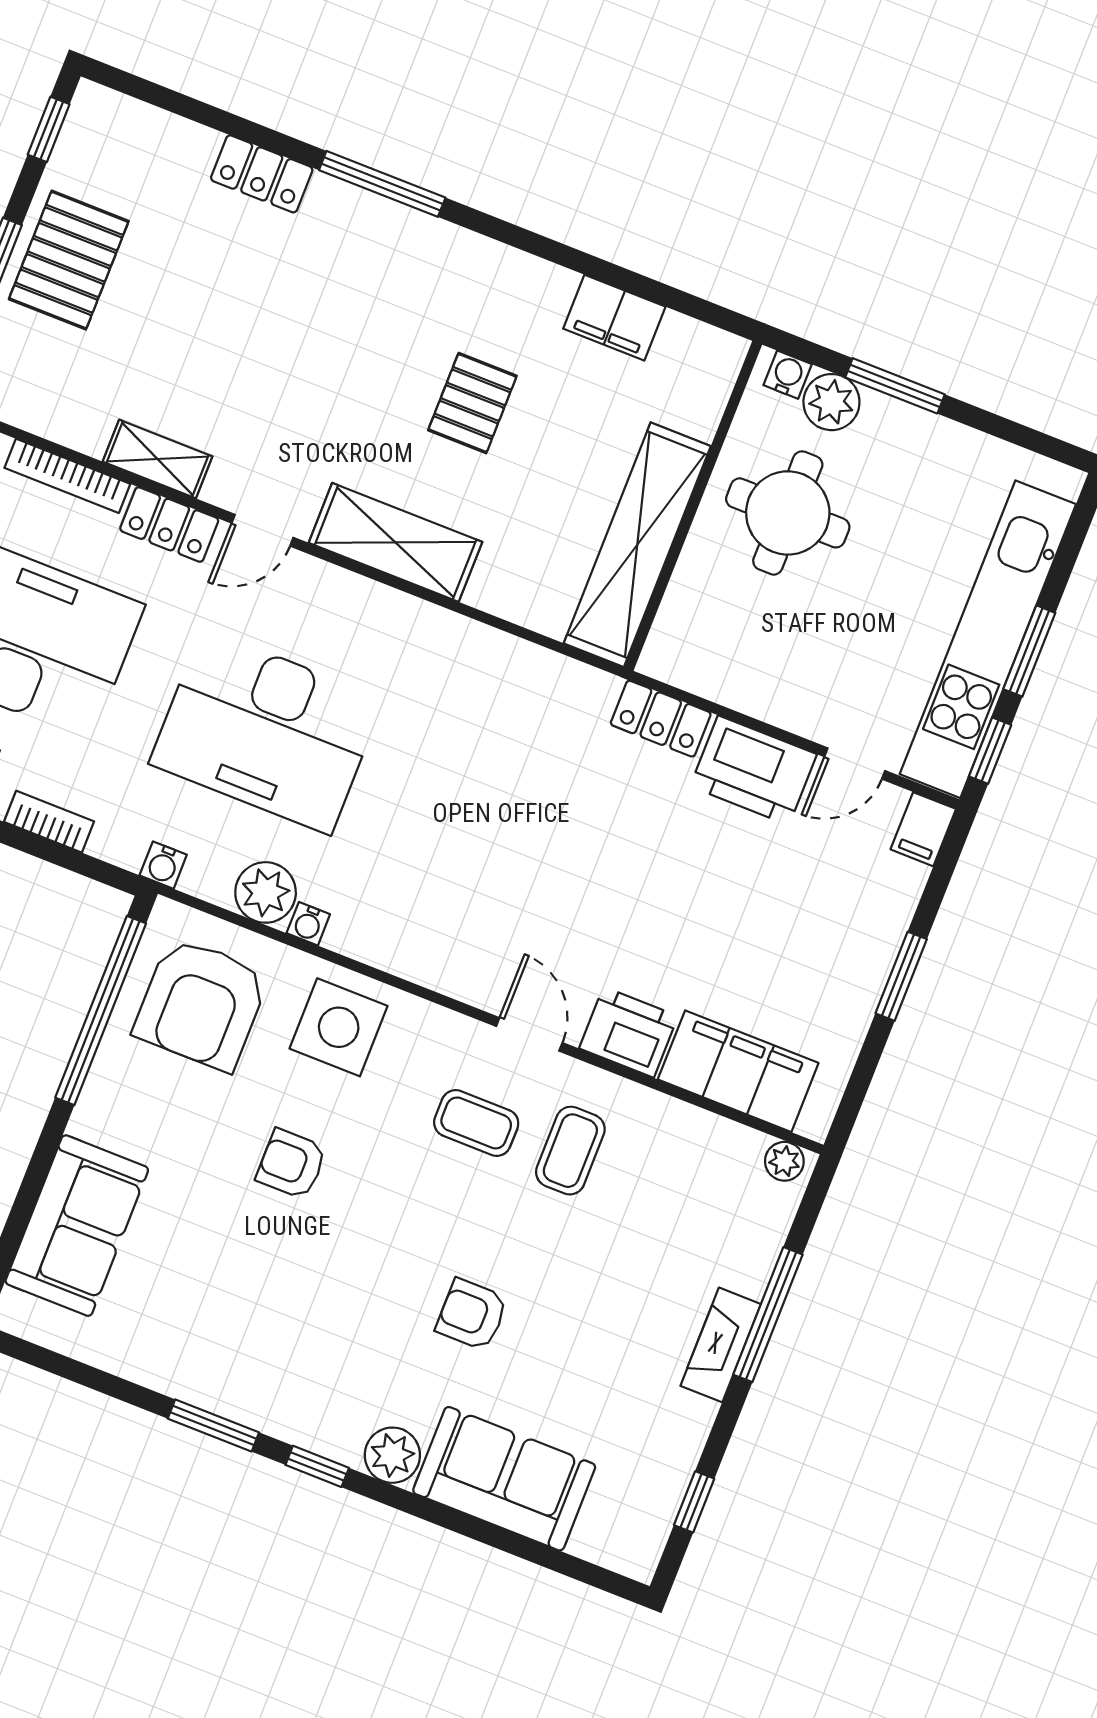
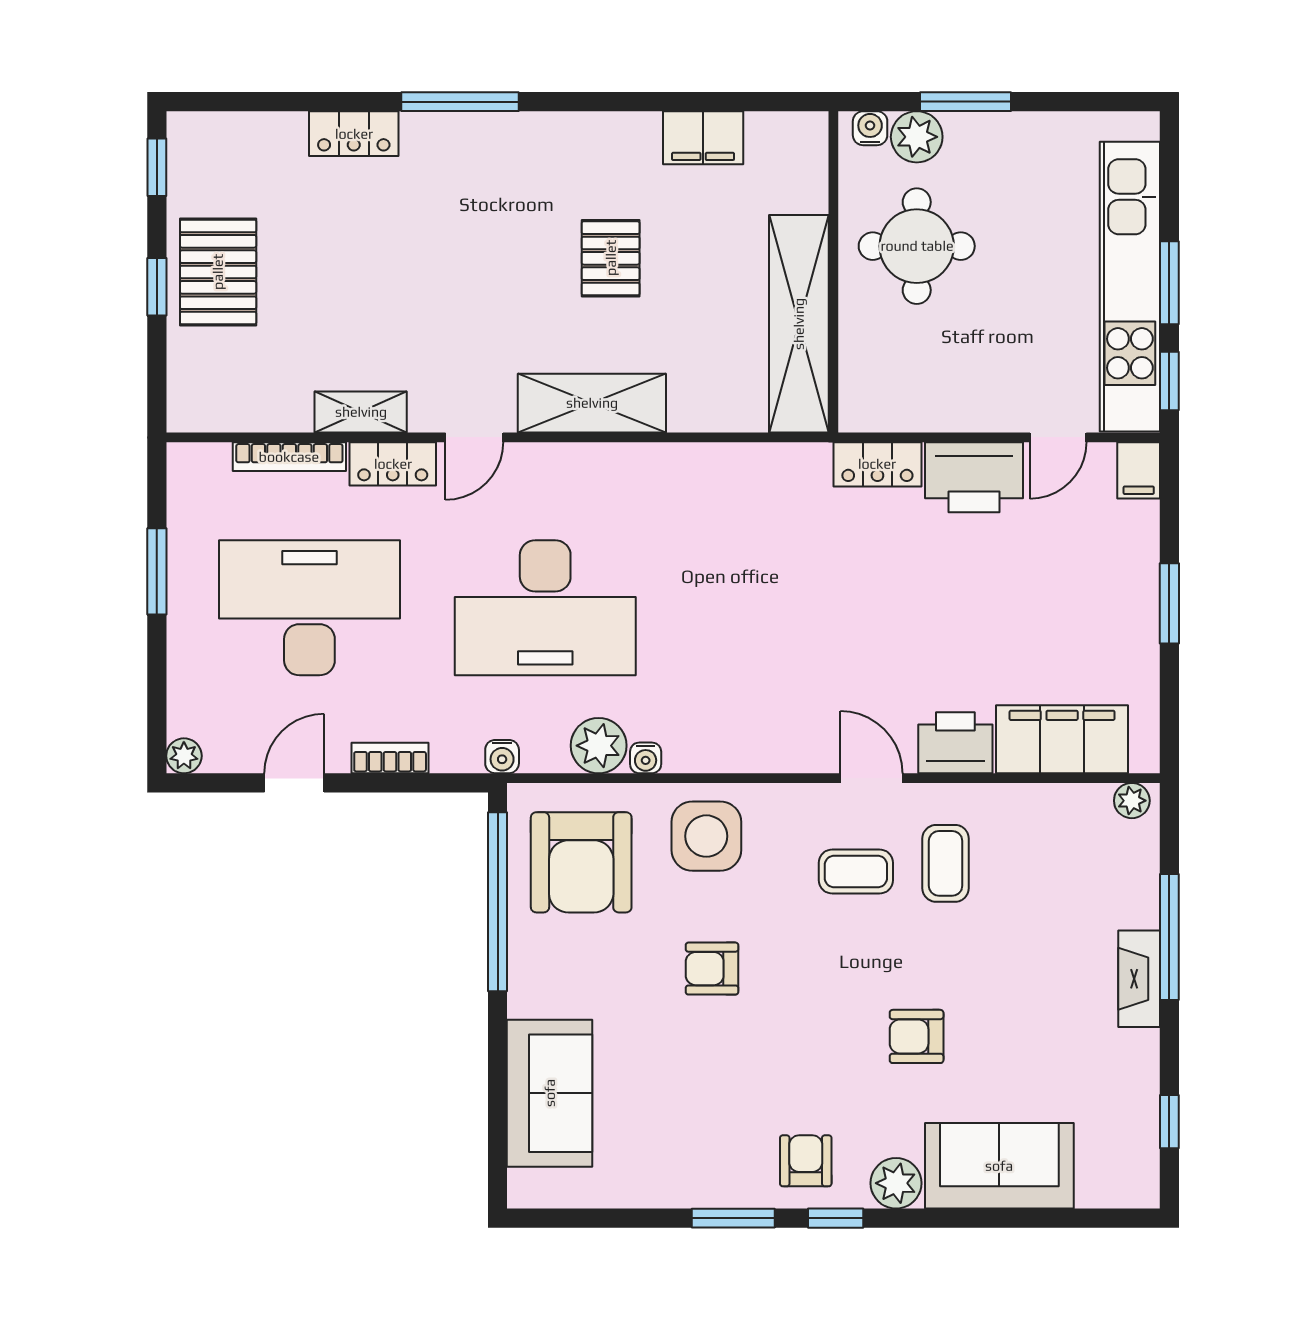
armchair: (310, 1396) -> (806, 1161), added

